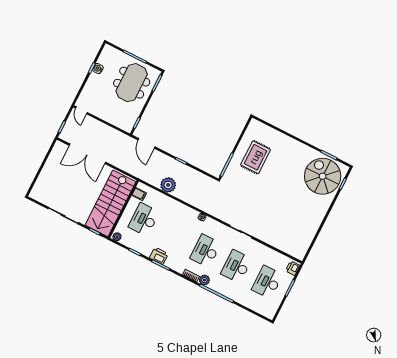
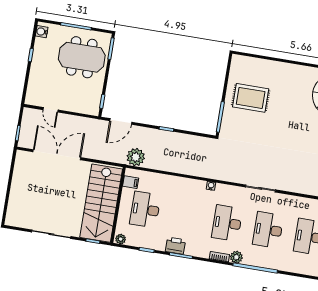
water cooler: (98, 69) -> (42, 32), moved
meeting table: (132, 83) -> (82, 57), turned 90
door: (81, 110) -> (50, 110), moved
door: (147, 143) -> (121, 121), hinge flipped
double door: (87, 154) -> (57, 155), swing flipped
rug: (256, 157) -> (251, 98), turned 90
plant: (168, 185) -> (136, 157), moved

